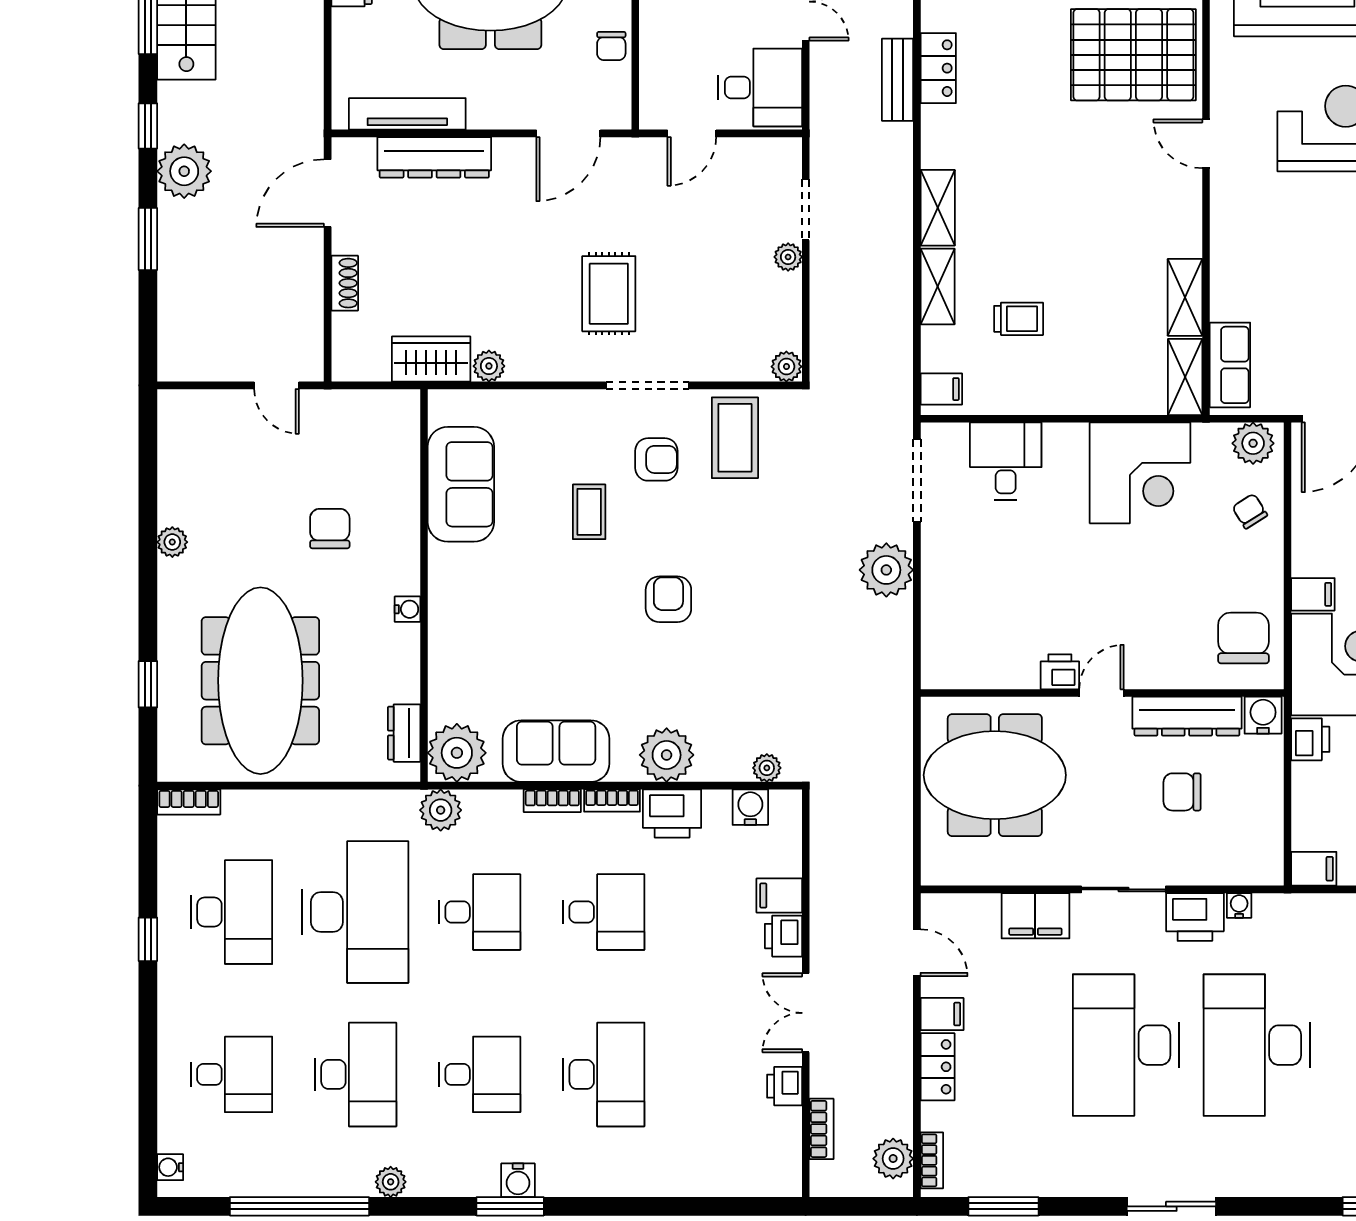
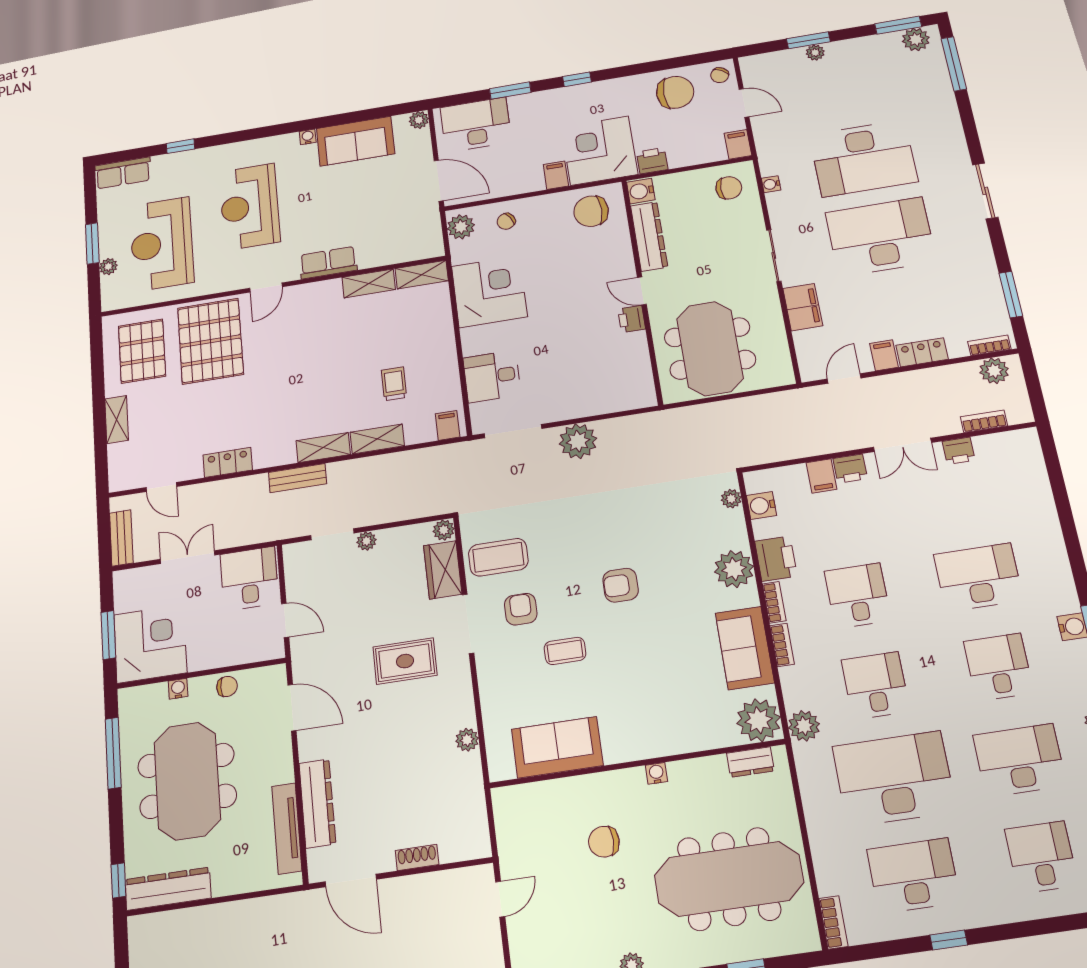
bench: (898, 80) -> (298, 478), moved
wardrobe: (431, 359) -> (443, 570), moved
row of seats: (1230, 365) -> (328, 263), moved
chair: (1182, 792) -> (729, 188), moved, turned -90
printer: (1195, 917) -> (784, 209), removed
desk: (1126, 1045) -> (881, 237), turned 180

